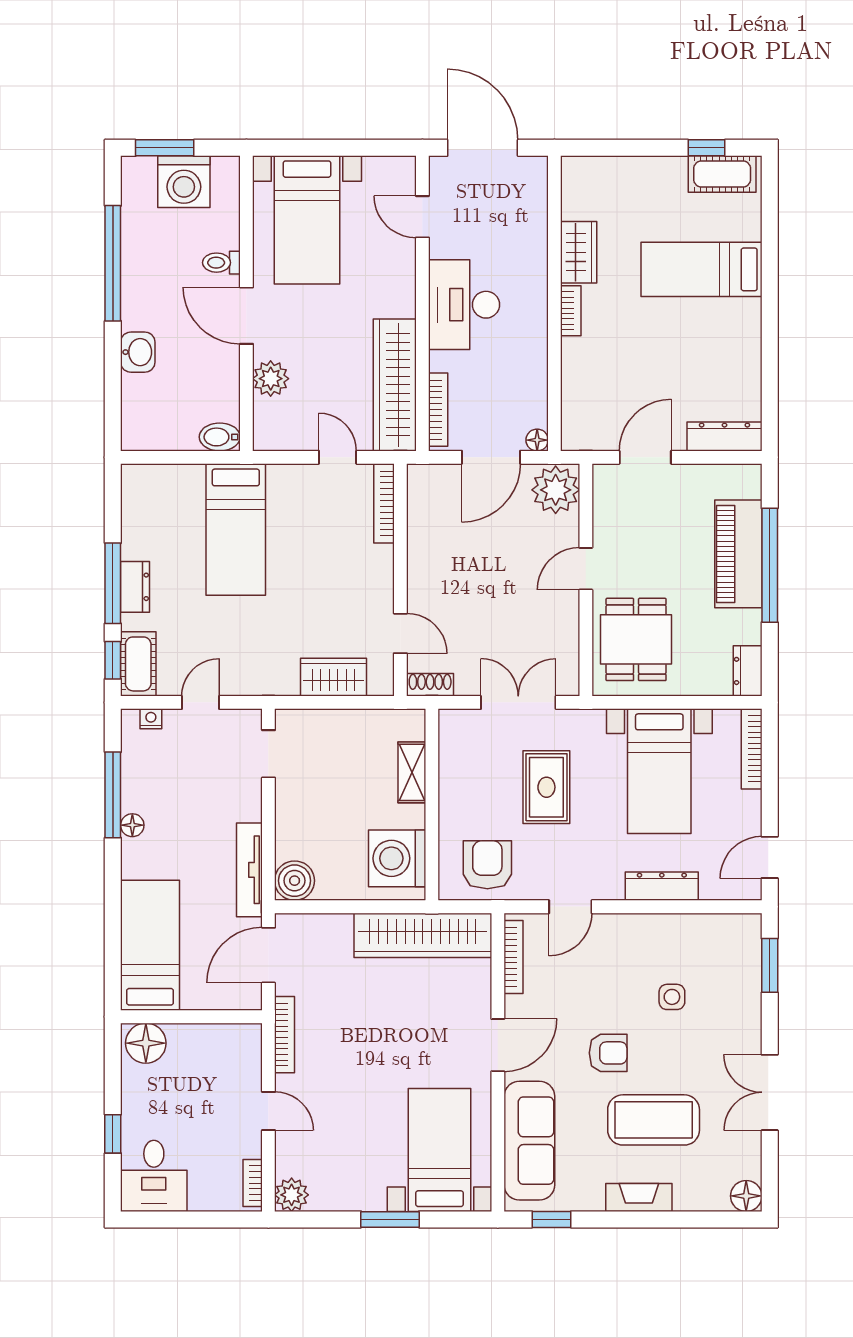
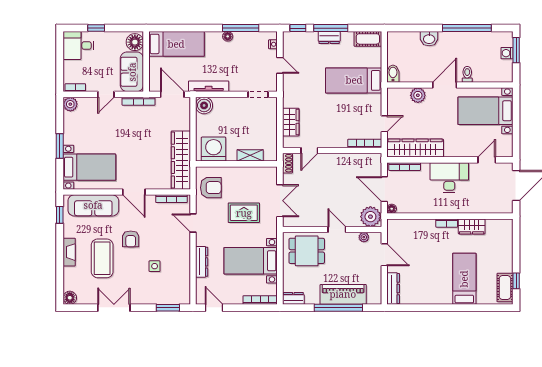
washing machine: (184, 182) -> (507, 53), width x0.53, depth x0.53
plant: (604, 505) -> (364, 237), added
cot: (138, 664) -> (368, 39), moved
sofa: (215, 1050) -> (132, 72), added

